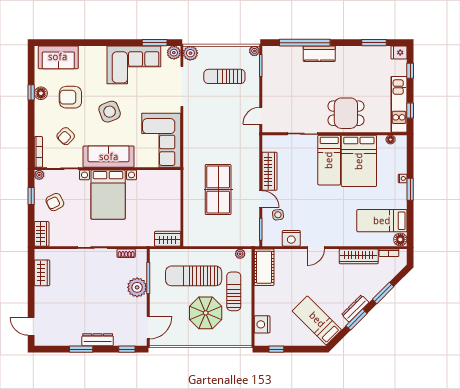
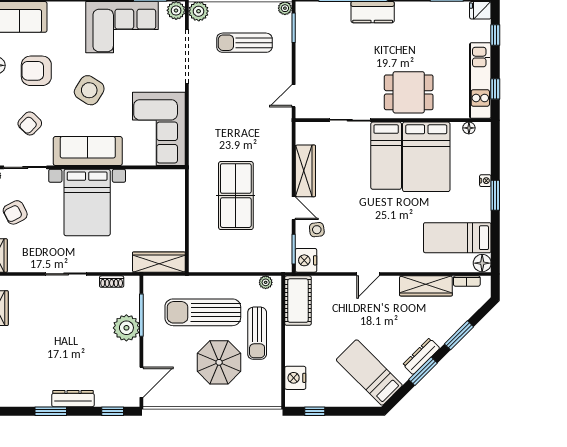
side table: (110, 112) -> (89, 90), turned -37
nightstand: (291, 238) -> (306, 260), moved, turned 90
wardrobe: (168, 239) -> (159, 262), width x1.50
sun lounger: (234, 291) -> (257, 333), turned 180

